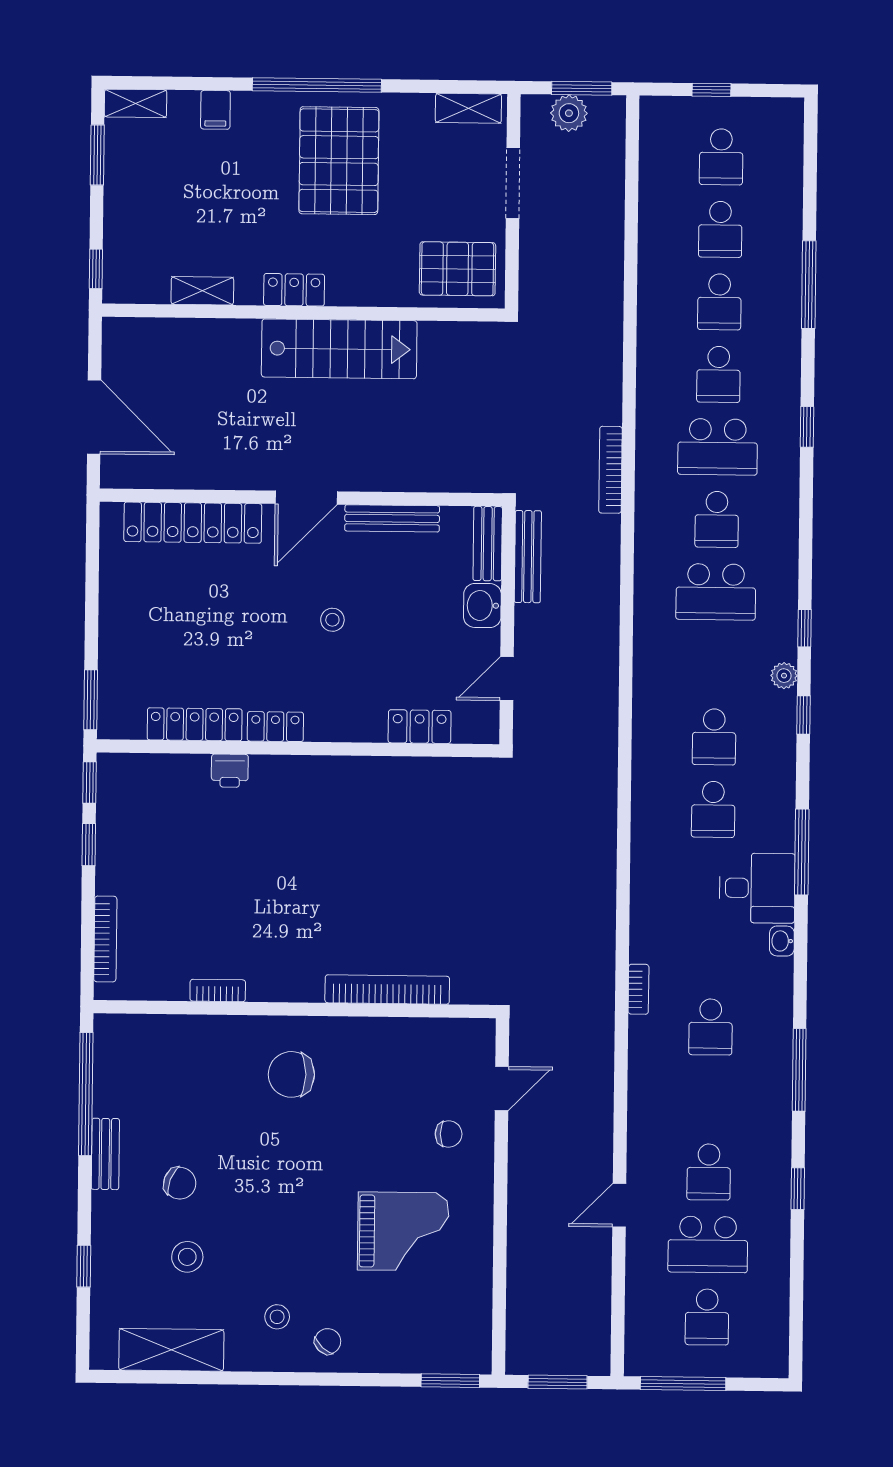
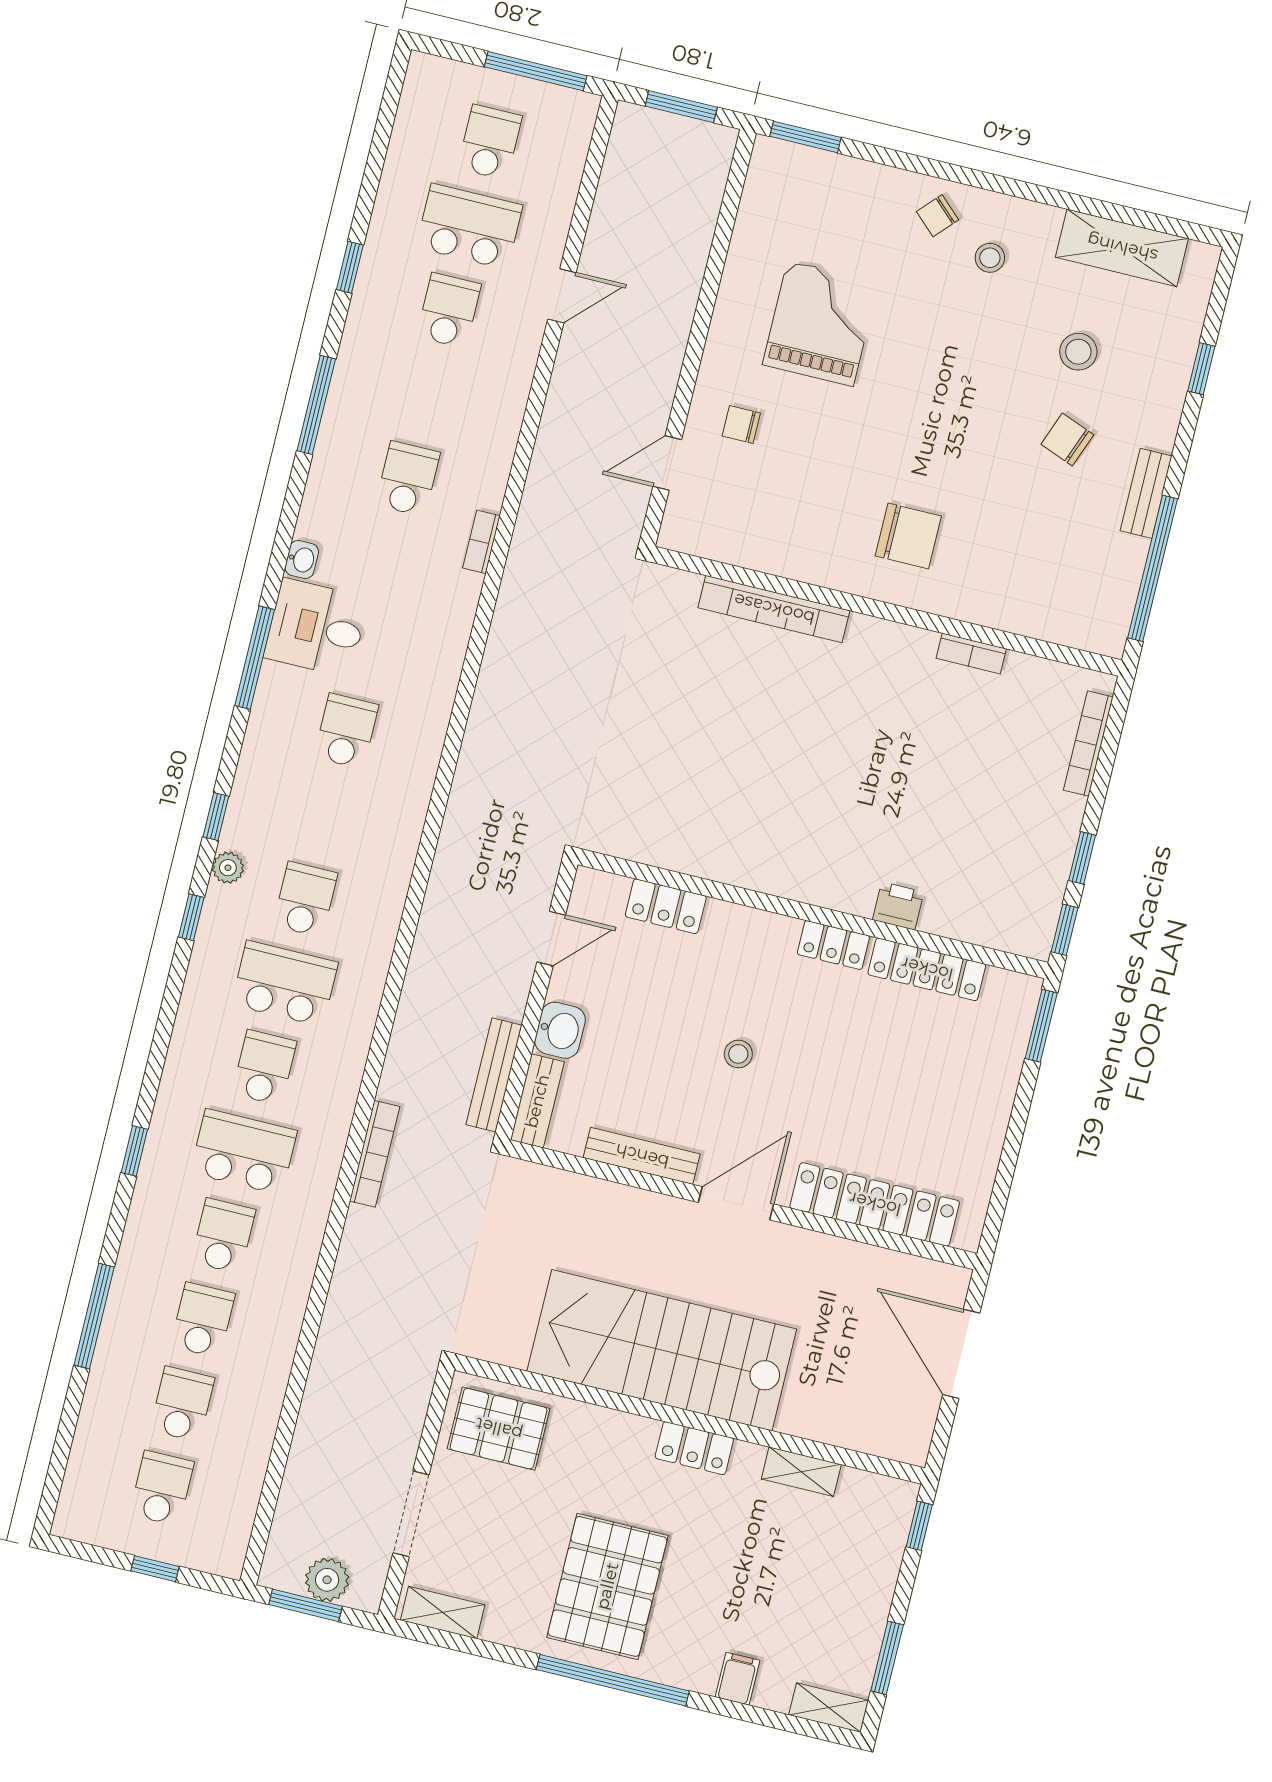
stairs: (339, 349) -> (662, 1350), width x1.36, depth x1.51
school desk: (714, 737) -> (305, 899), moved
grand piano: (403, 1231) -> (820, 323), turned 90

